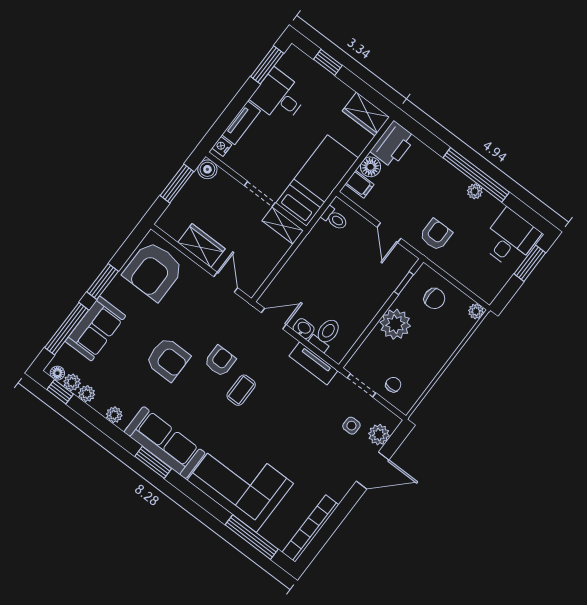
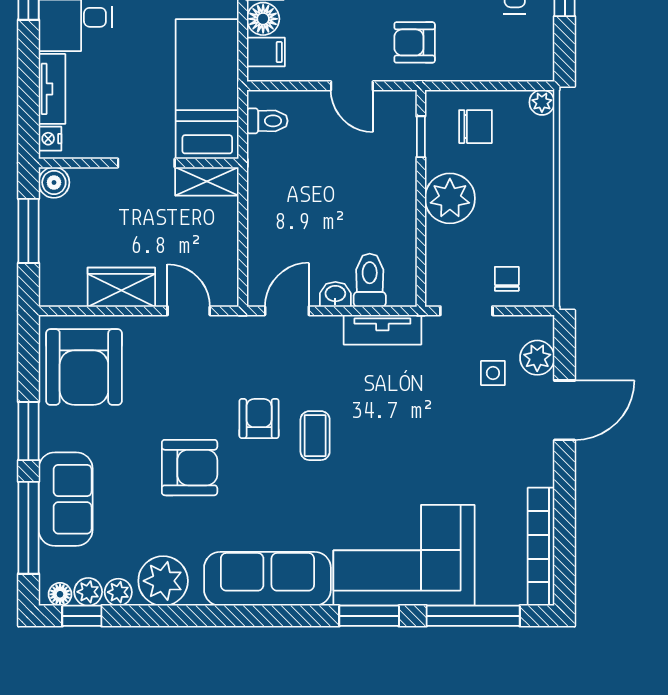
armchair: (436, 235) -> (415, 42), turned -90
plant: (114, 415) -> (163, 581), width x1.87, depth x1.87
window: (153, 462) -> (369, 616), moved

